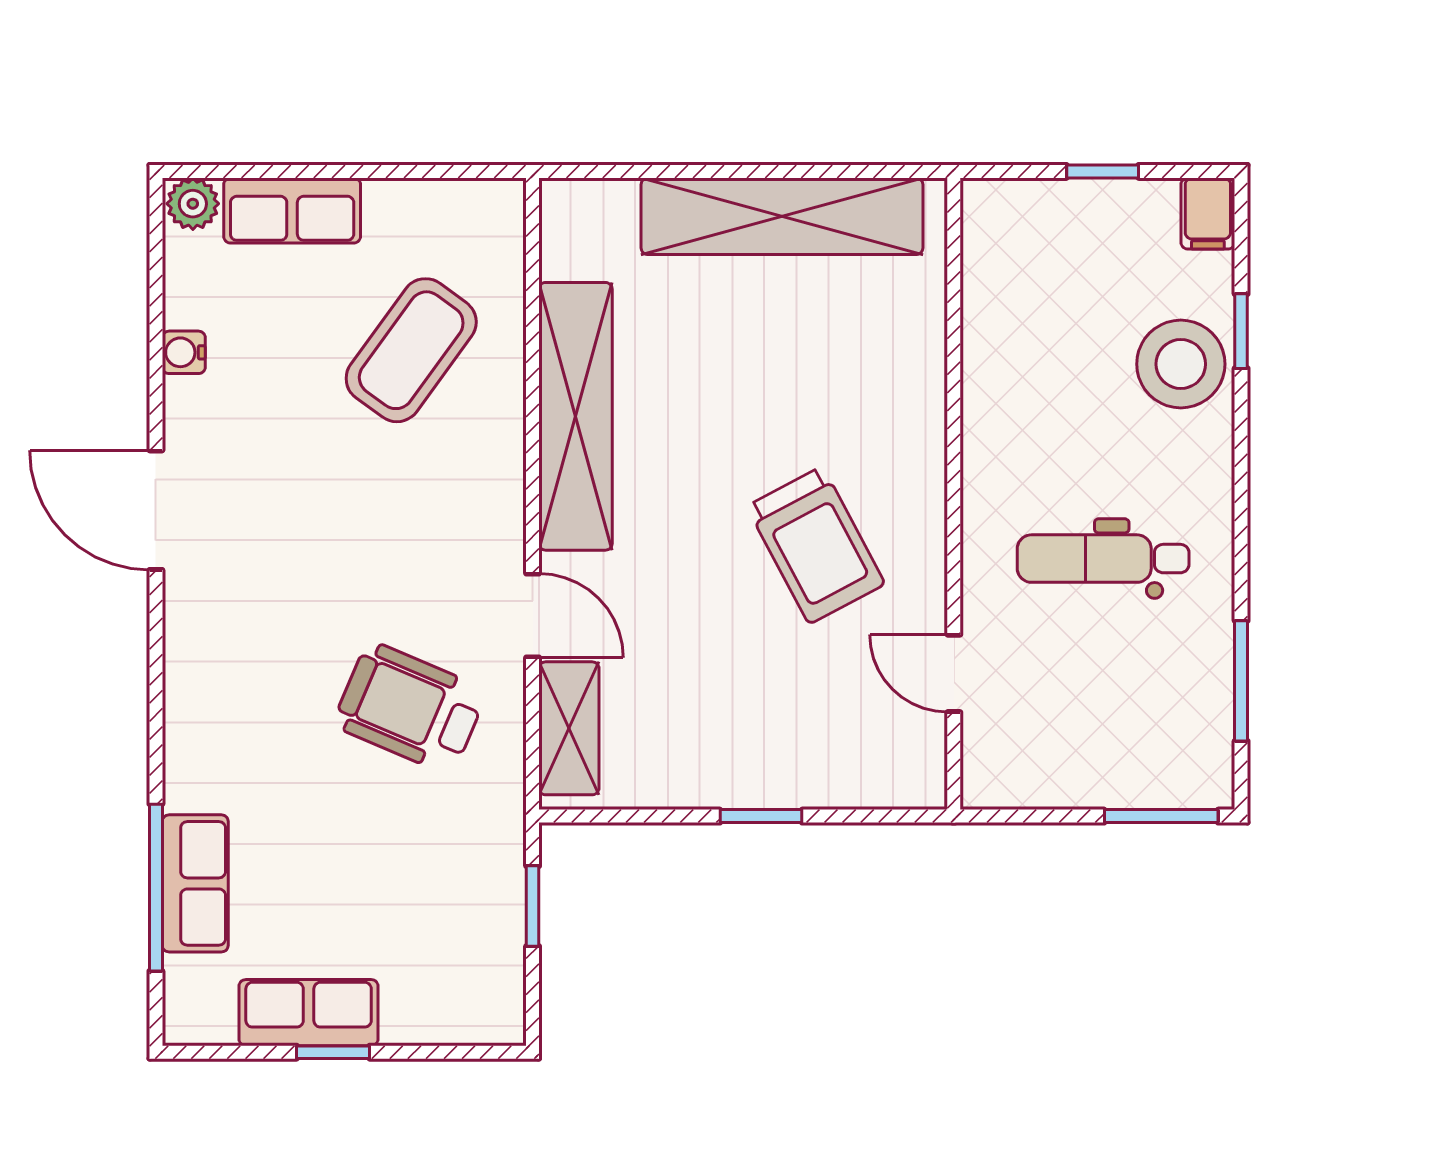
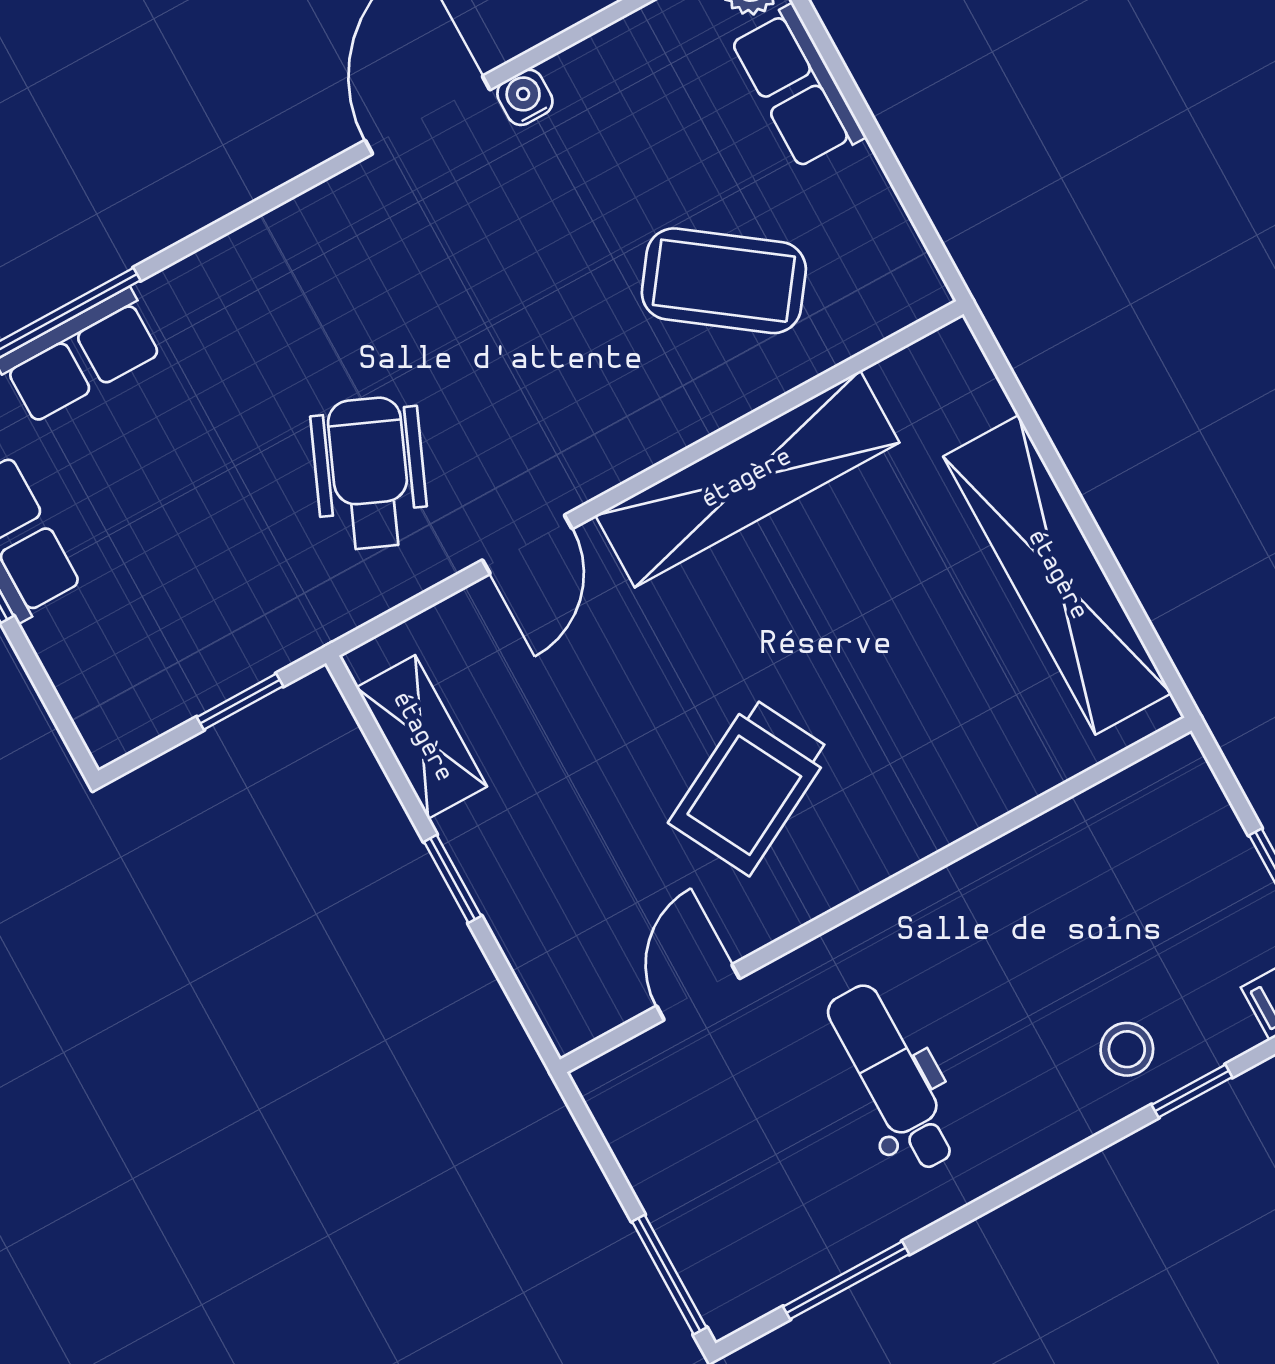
water cooler: (184, 352) -> (525, 97), moved
stool: (1181, 364) -> (1127, 1049), width x0.53, depth x0.53
shelving: (569, 728) -> (422, 737), moved, turned 90

